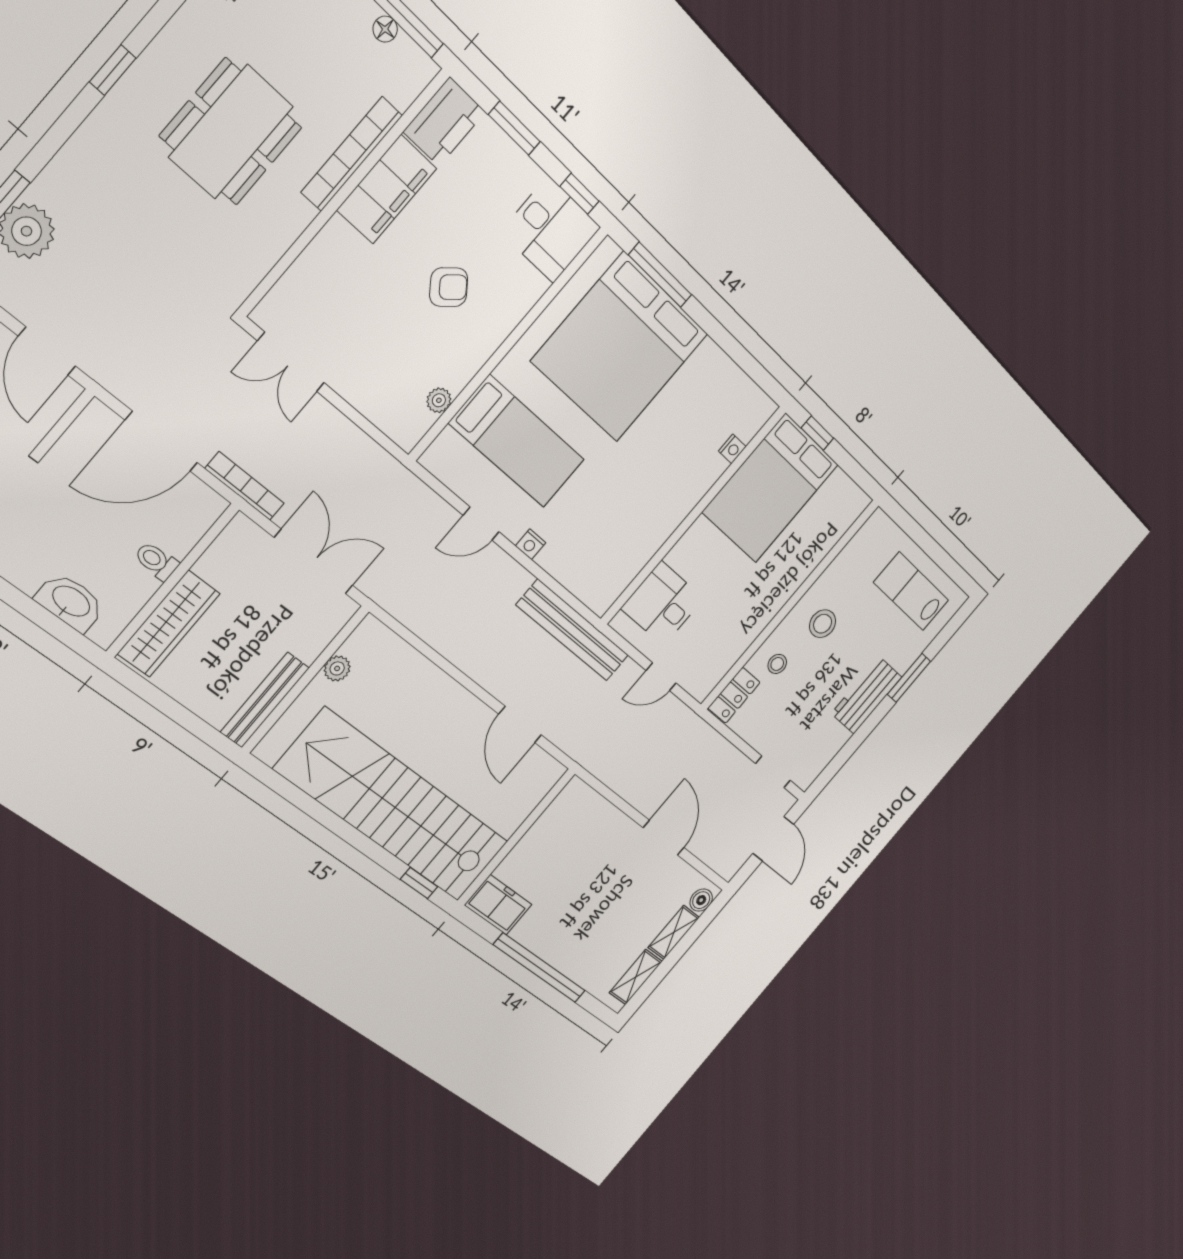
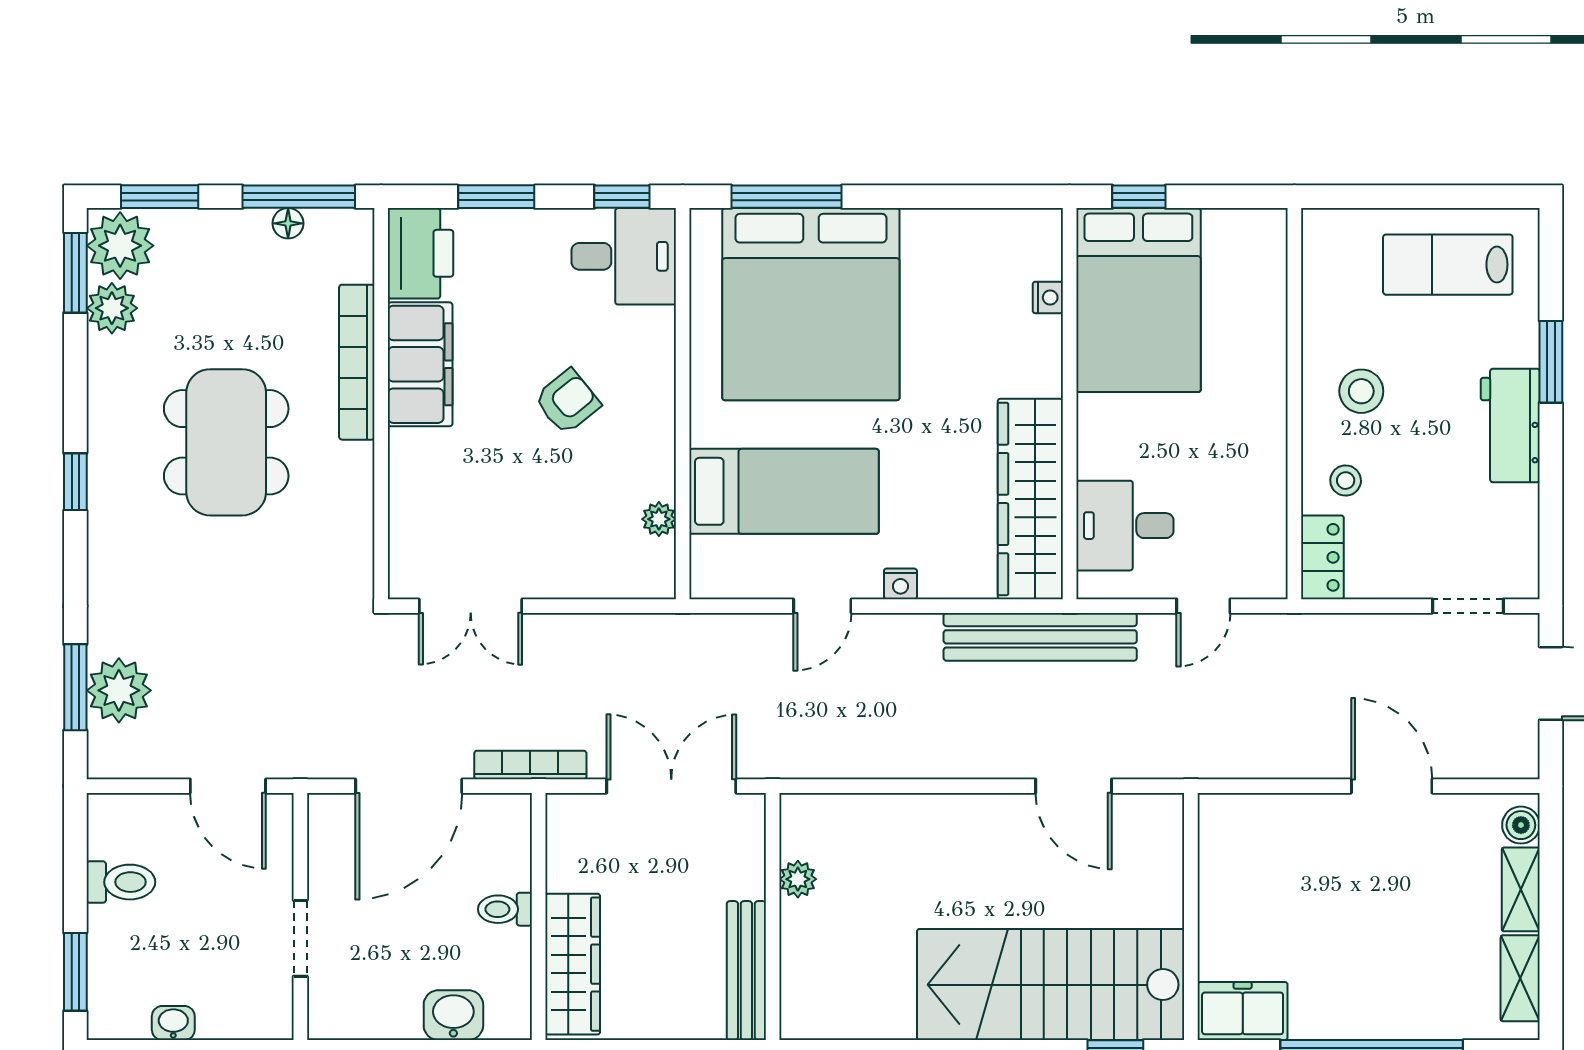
wardrobe: (632, 551) -> (1030, 499), added
washbasin: (70, 602) -> (453, 1015), width x0.72
stairs: (393, 806) -> (1051, 985), width x0.73

